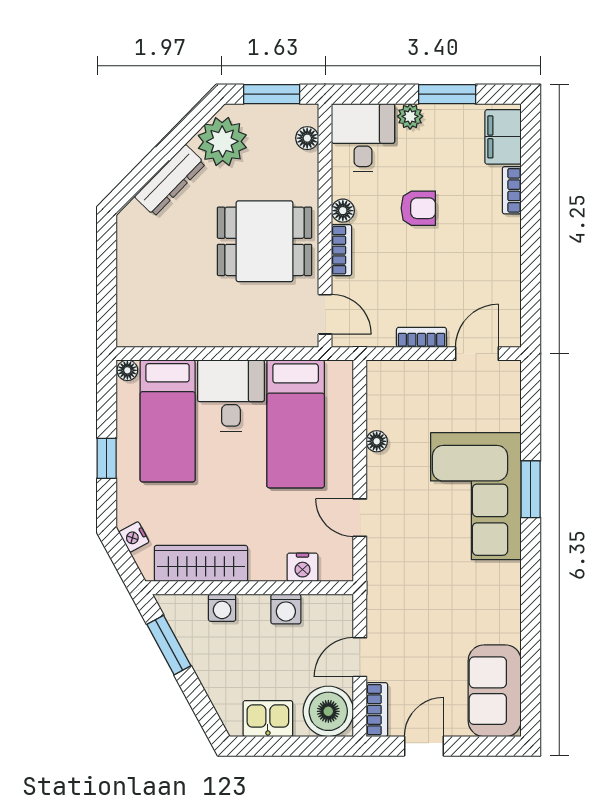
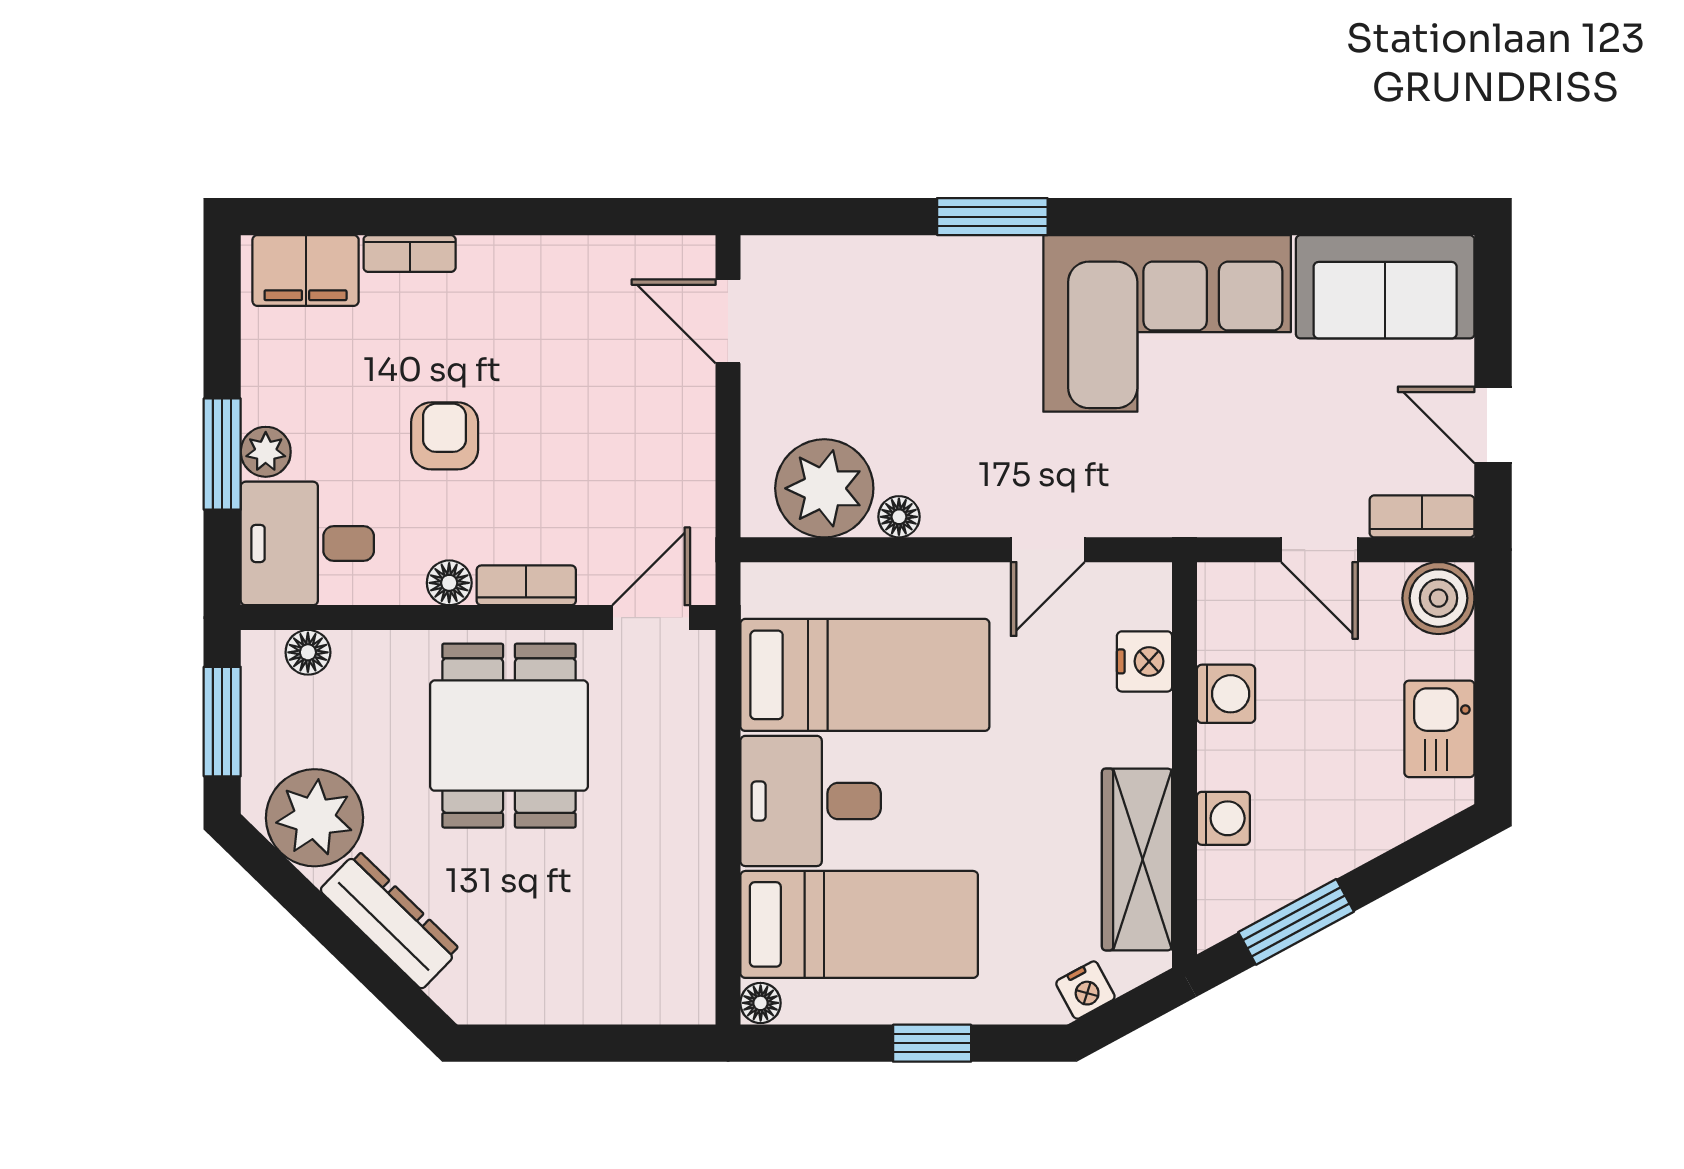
window: (447, 94) -> (222, 454), moved
bookcase: (421, 337) -> (696, 430), removed
plant: (391, 403) -> (824, 488), added
corner sofa: (476, 496) -> (1167, 323), moved
boiler: (328, 711) -> (1438, 598), width x0.73, depth x0.73

